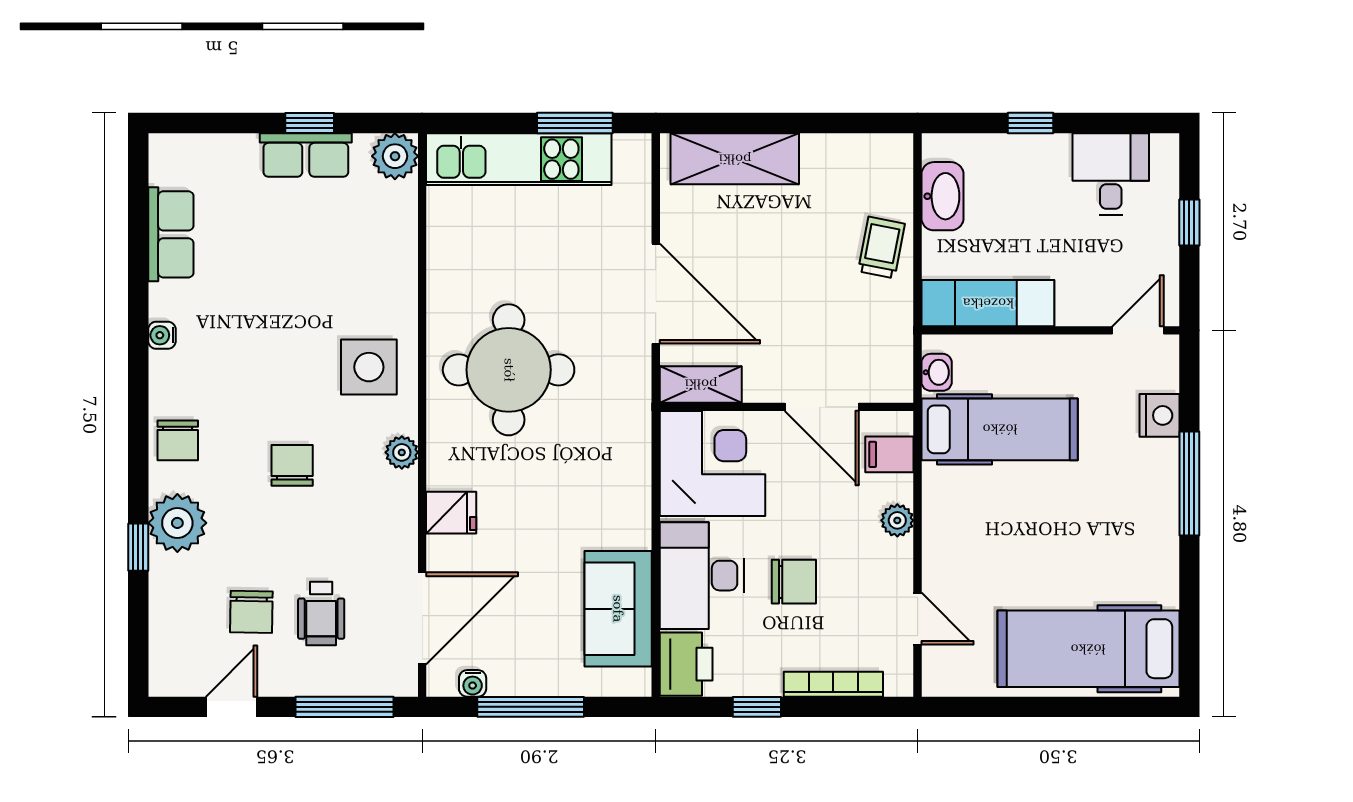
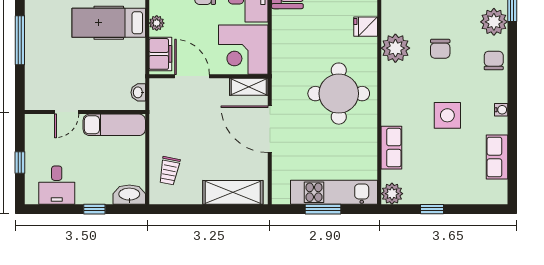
window: (575, 123) -> (323, 209), moved
row of seats: (306, 155) -> (391, 148), moved, turned 90
washbasin: (942, 196) -> (129, 195), moved, turned 90
trolley: (881, 247) -> (169, 171), moved
door: (1138, 330) -> (67, 112), moved
side table: (369, 367) -> (447, 115), moved
nightstand: (1160, 415) -> (34, 72), removed
hospital bed: (1000, 429) -> (109, 23), moved
plant: (402, 452) -> (395, 48), width x1.88, depth x1.88
filing cabinet: (889, 454) -> (160, 54), width x2.00

